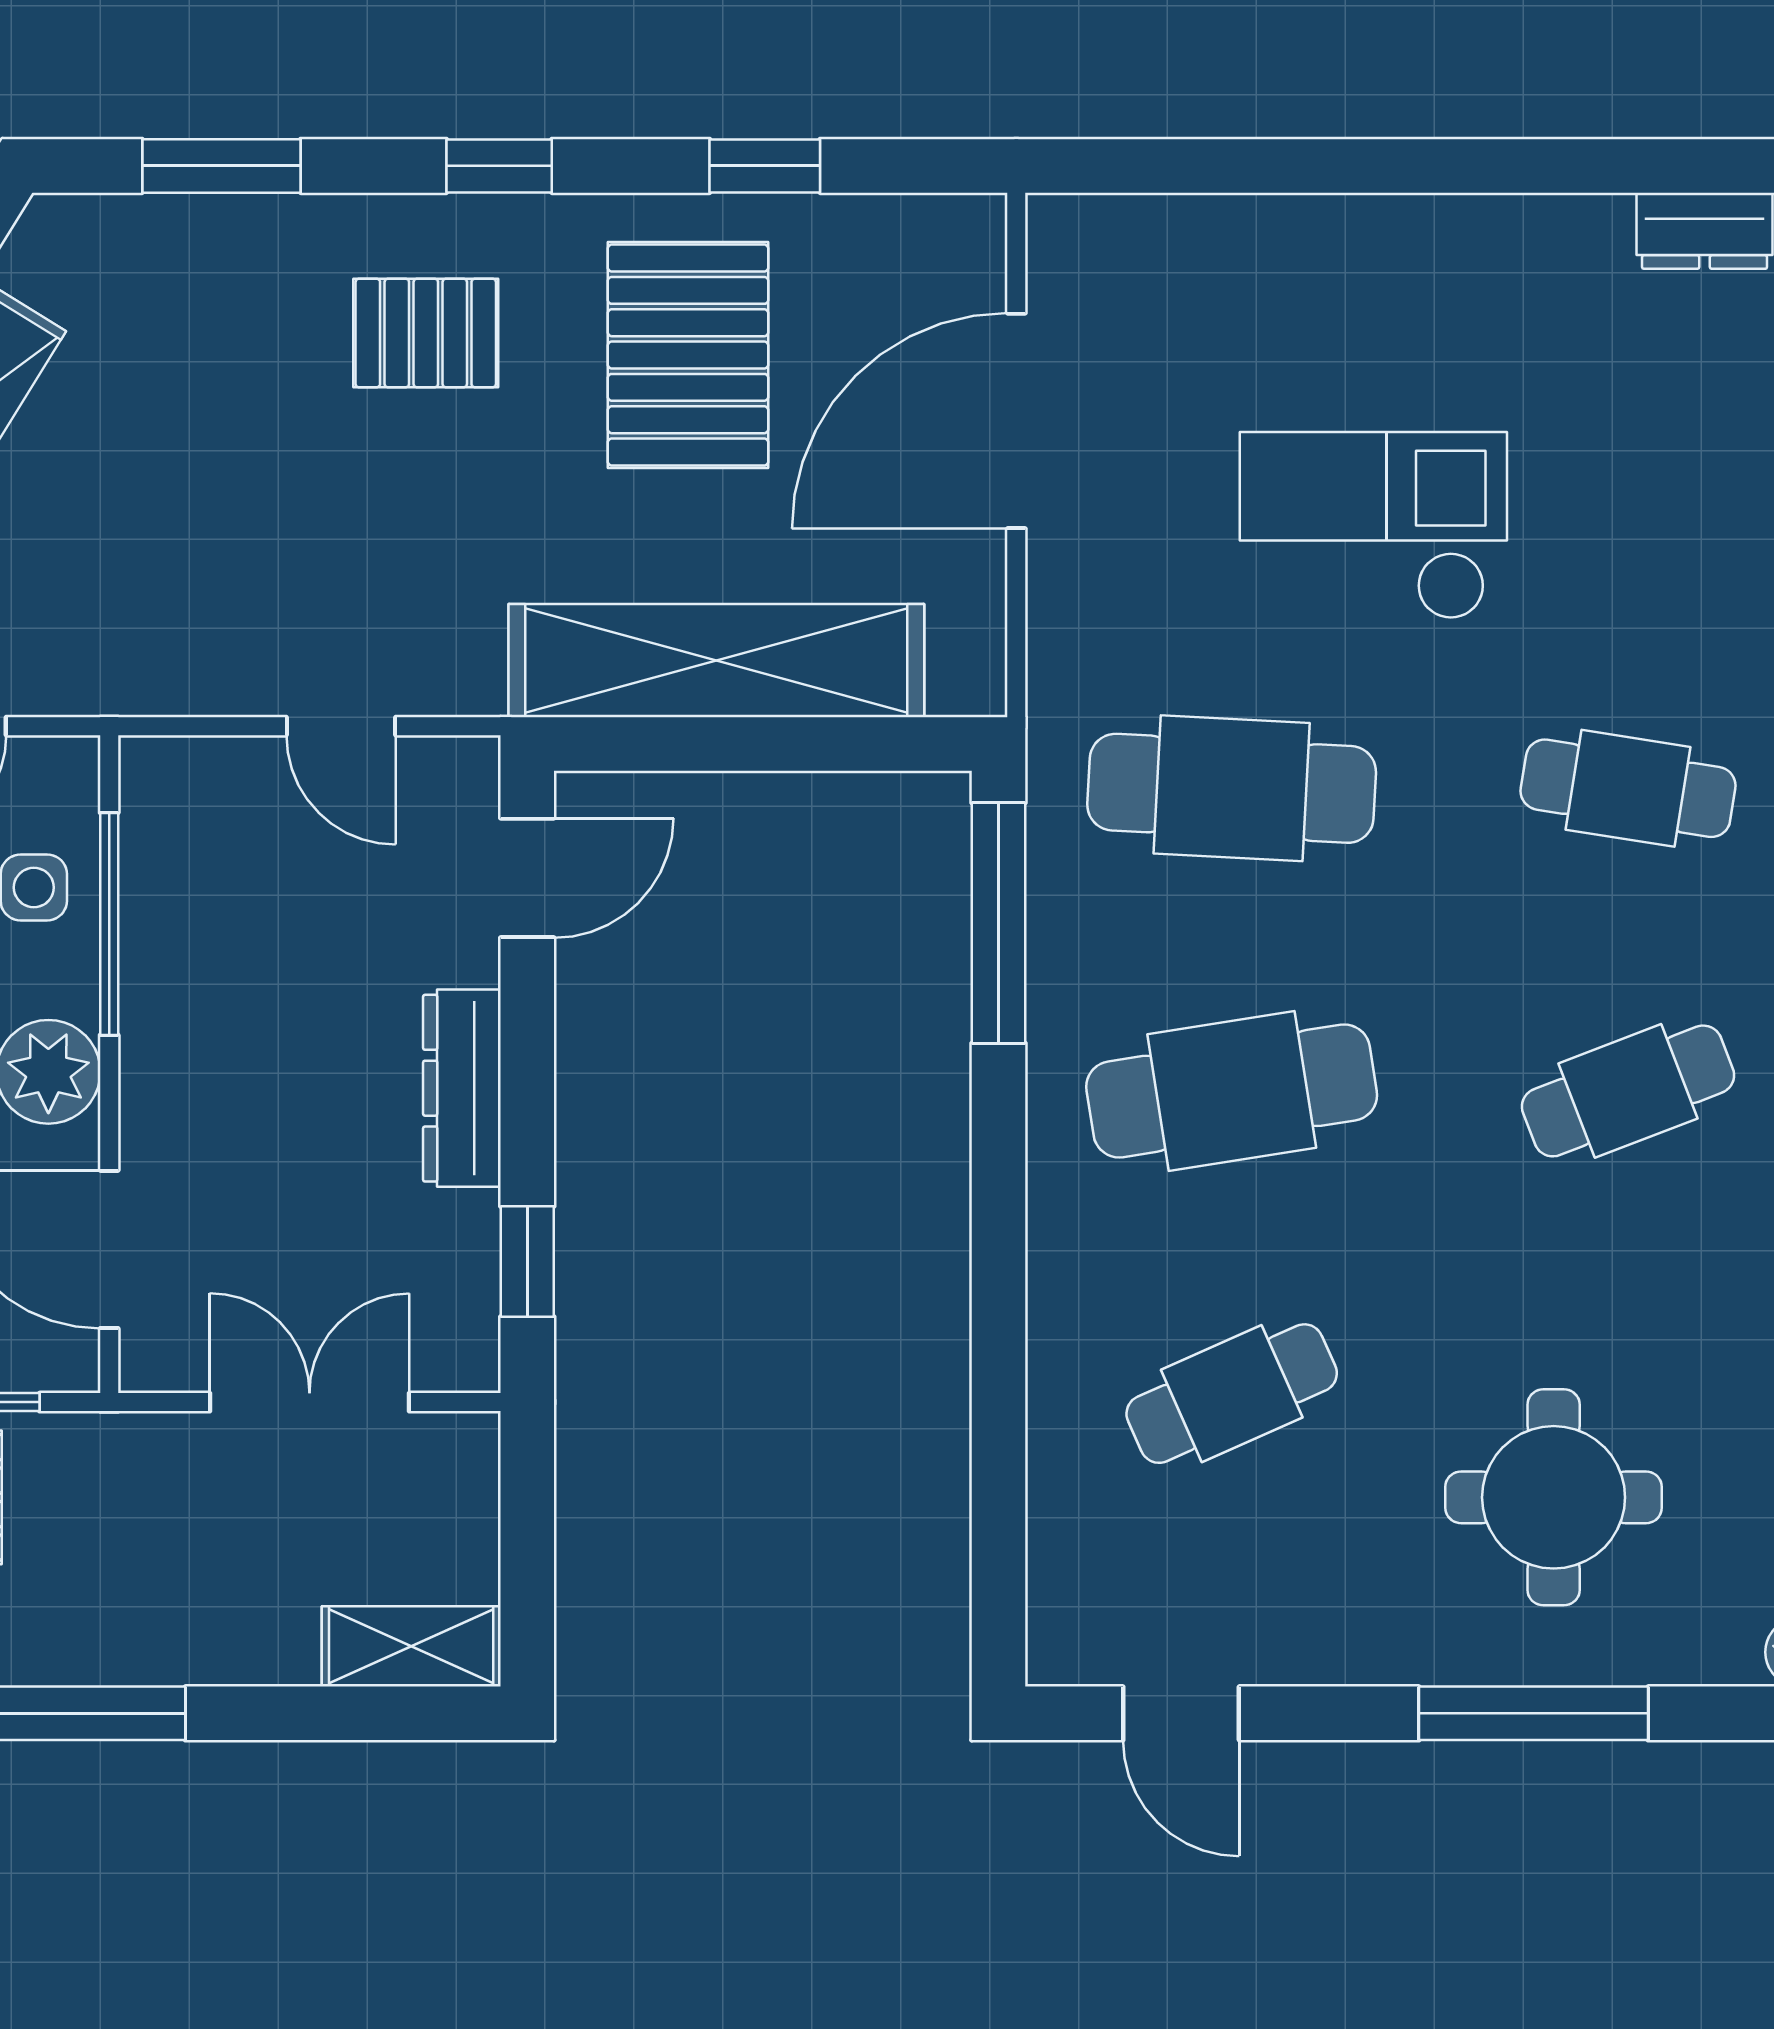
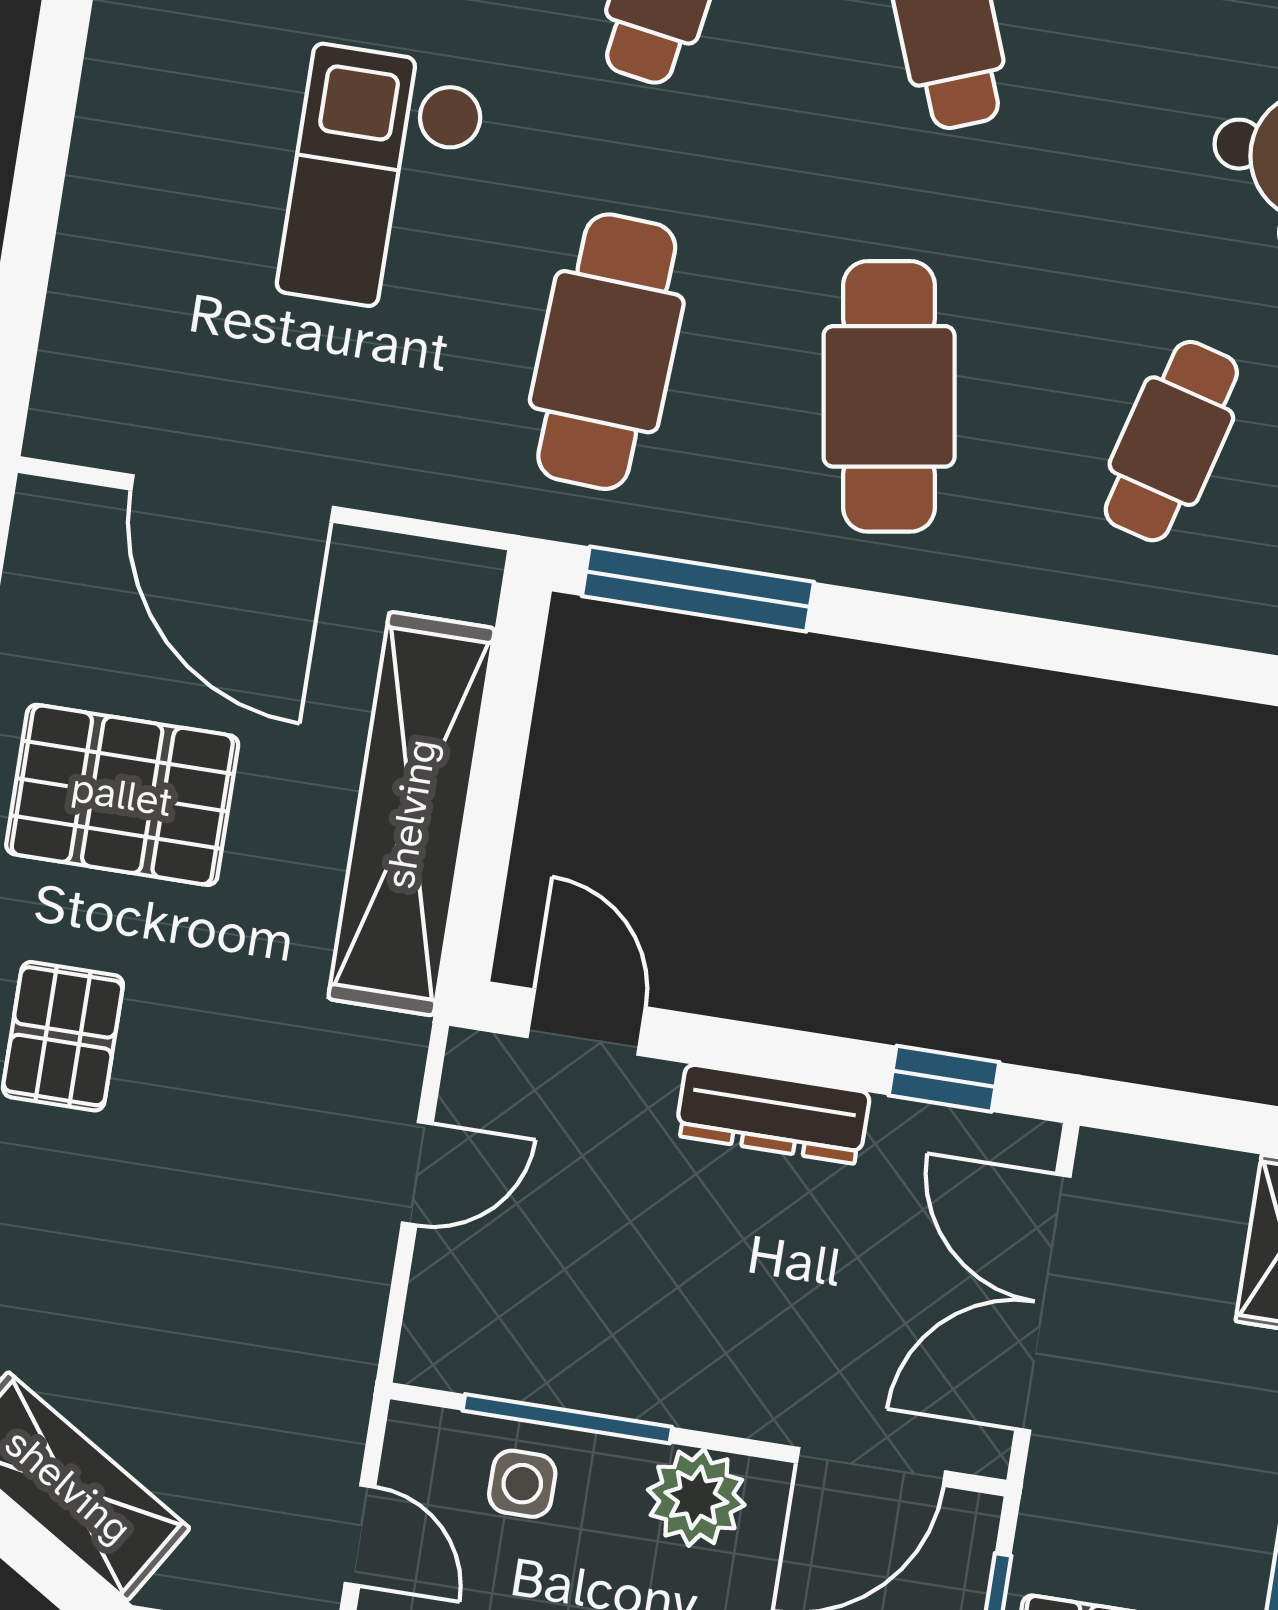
cafe table: (1232, 1394) -> (1171, 441), turned 39
double door: (310, 1402) -> (1043, 1303), width x1.37

